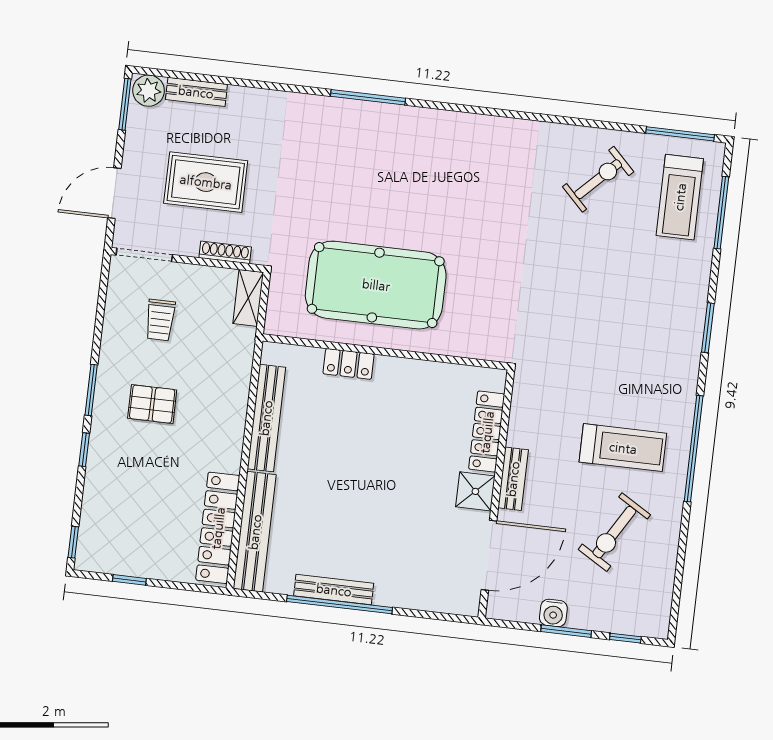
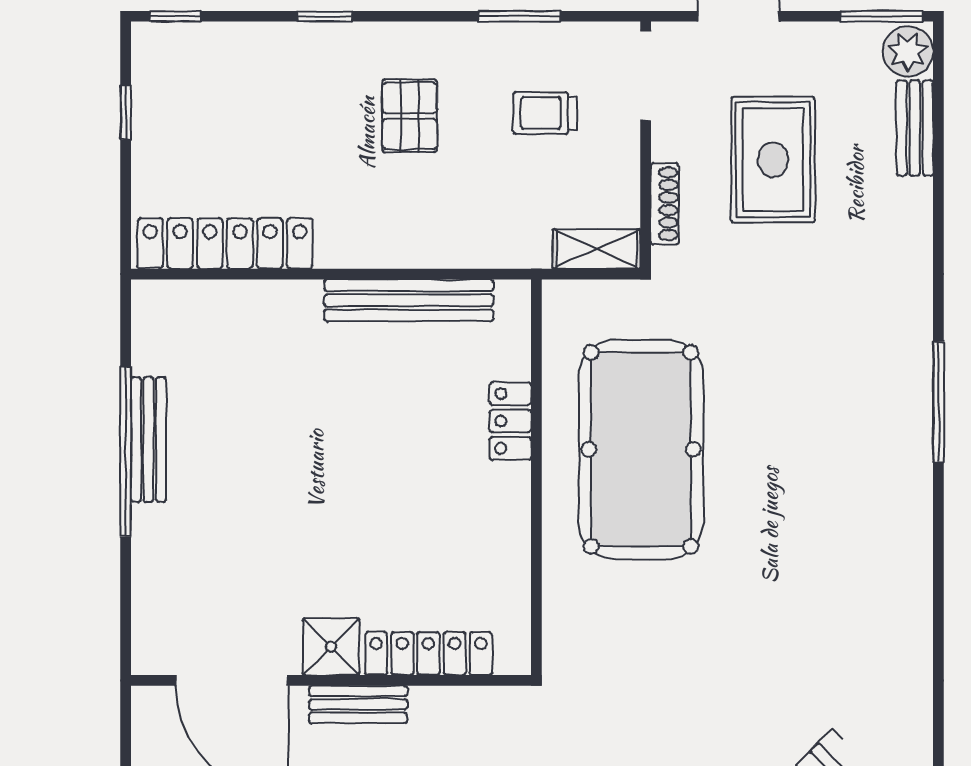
window: (91, 390) -> (519, 16), moved
bench: (255, 532) -> (226, 303), removed

